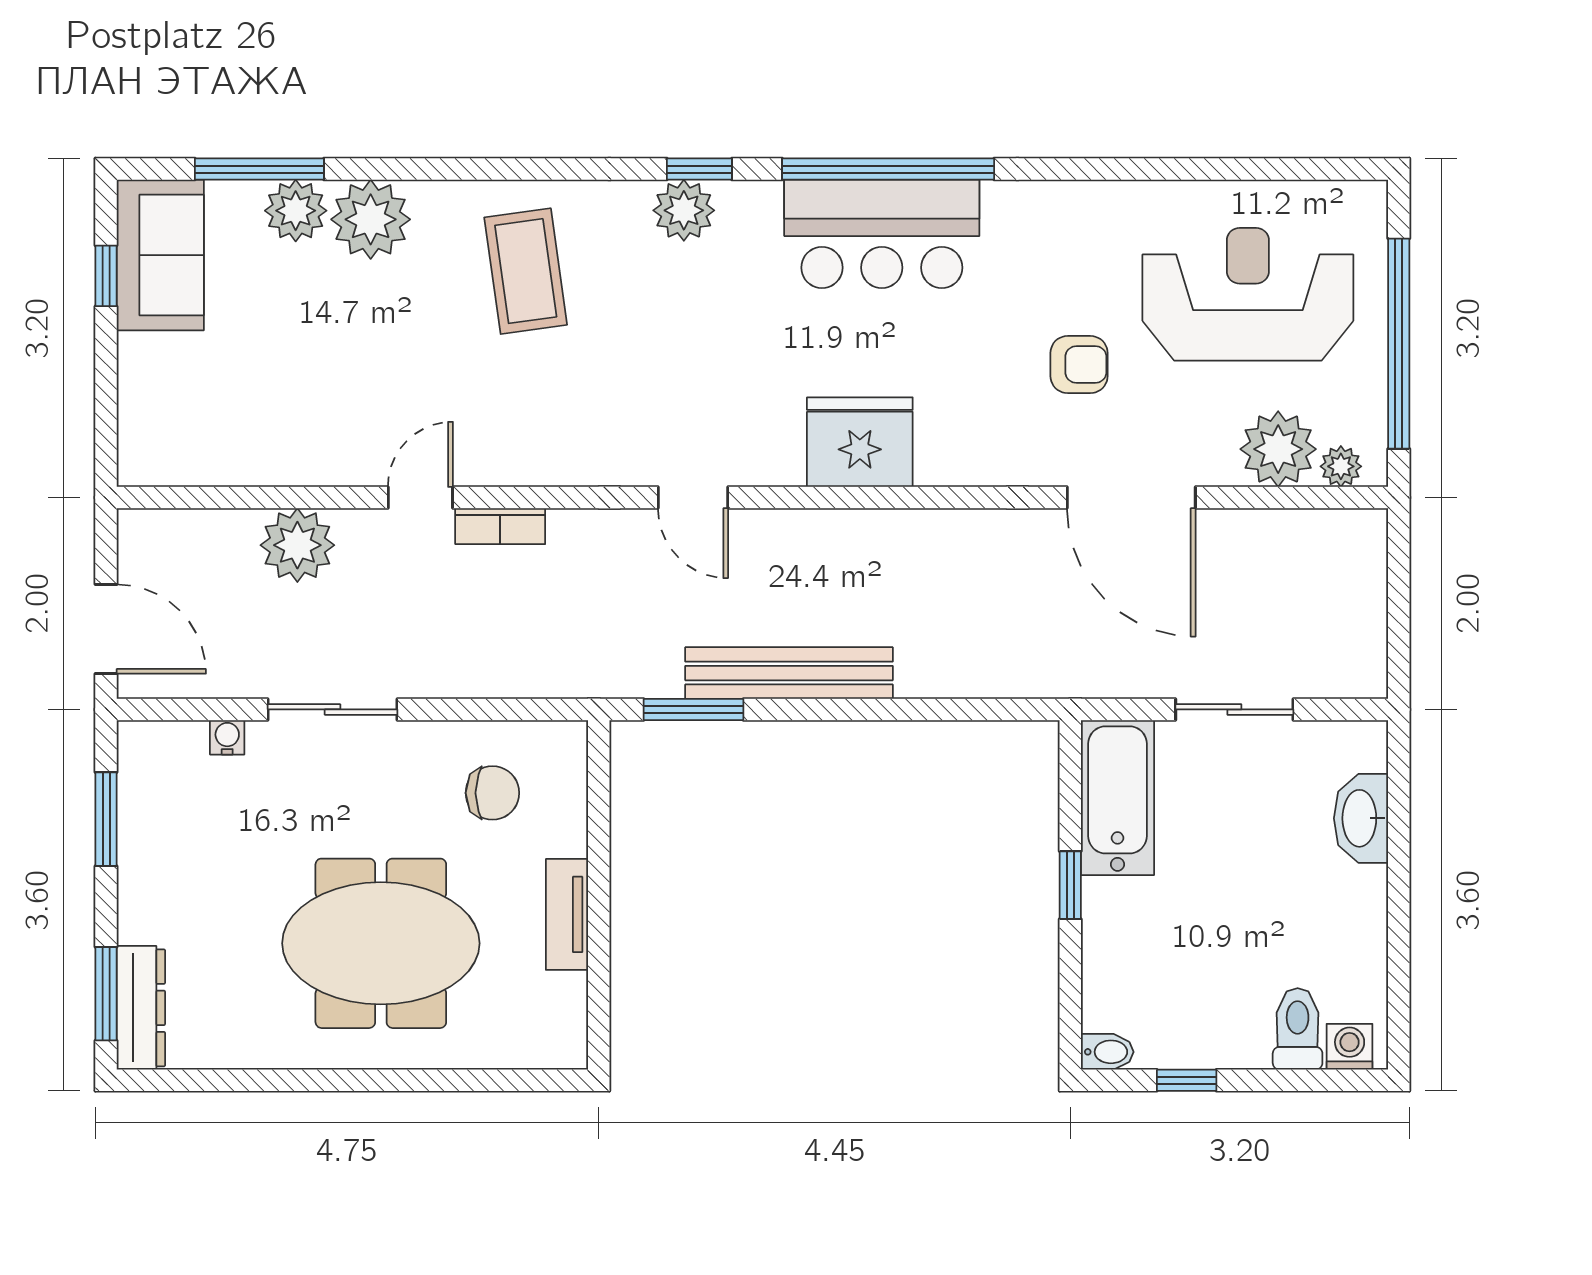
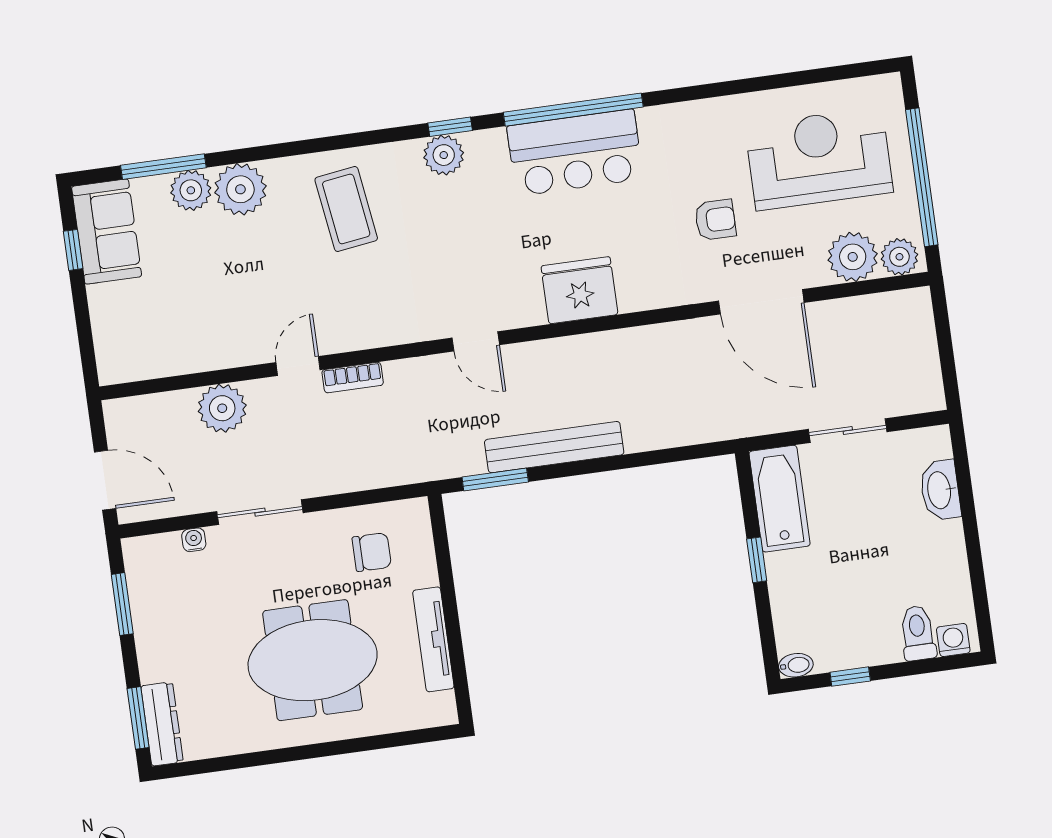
plant: (1341, 466) -> (899, 257), width x1.38, depth x1.38
tv unit: (567, 914) -> (433, 639), width x1.41

